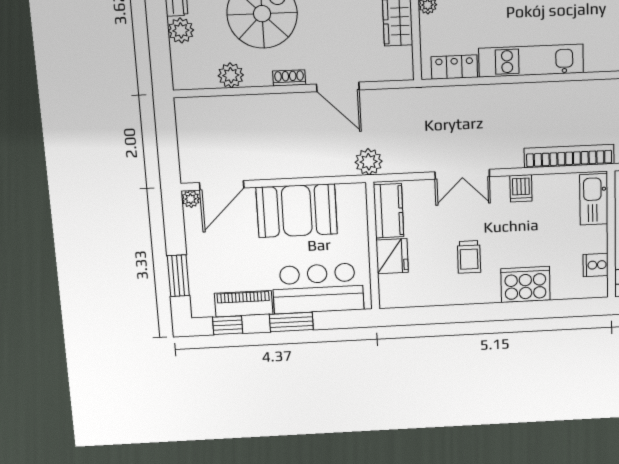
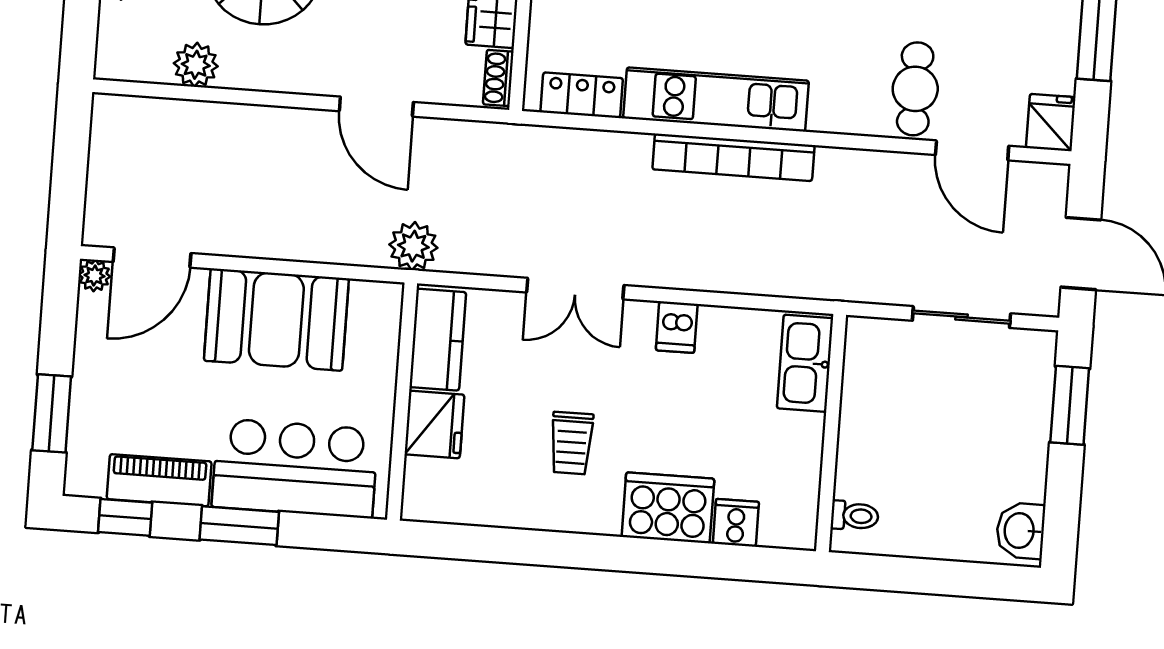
shoe rack: (289, 78) -> (498, 78), moved, turned -90
bookcase: (569, 156) -> (733, 157), moved, turned 180
cooker: (596, 265) -> (736, 523), moved, turned 90

